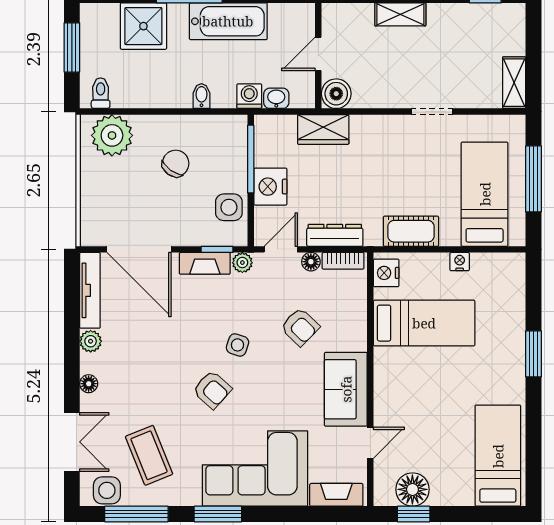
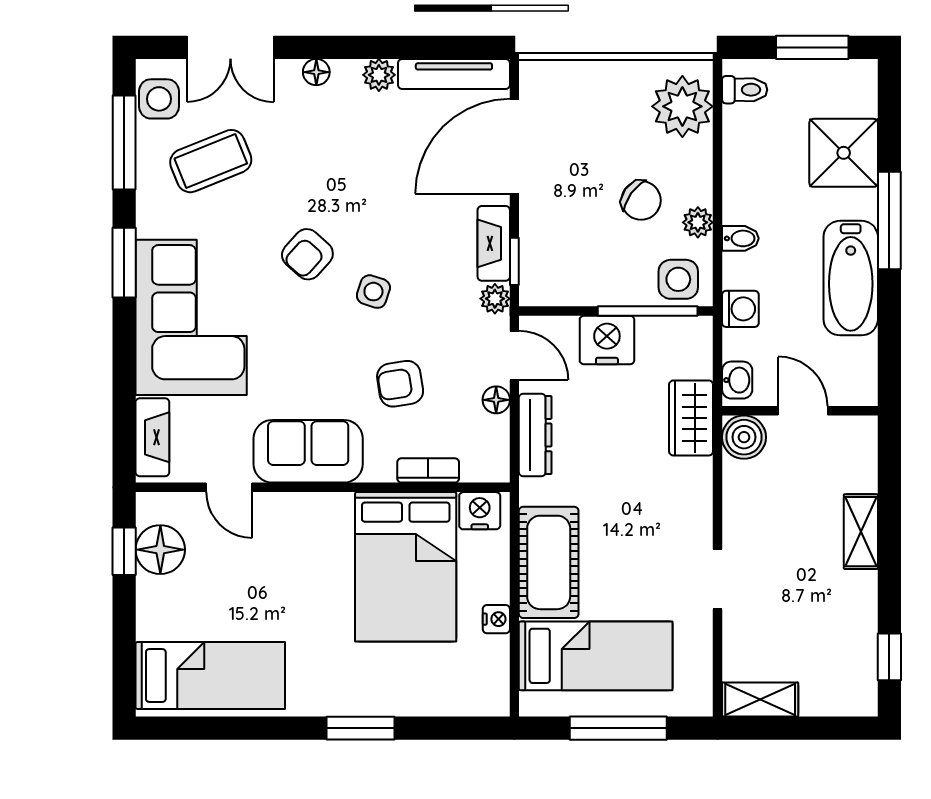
washbasin: (276, 98) -> (737, 380), moved
plant: (191, 125) -> (698, 222), added
side table: (229, 207) -> (678, 279), moved
cot: (411, 231) -> (549, 562), width x1.37, depth x1.34
bookcase: (343, 261) -> (428, 470), moved, turned 90
bed: (424, 323) -> (406, 567), width x1.50
armchair: (300, 327) -> (400, 384), turned 37

